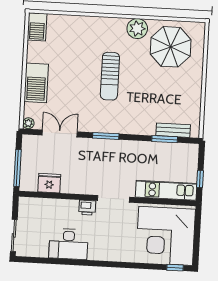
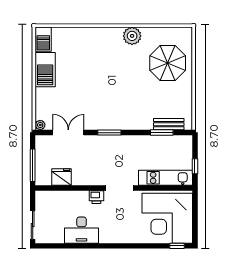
parasol: (171, 47) -> (168, 63), moved
sun lounger: (110, 76) -> (110, 79), removed
barbecue: (36, 83) -> (45, 70), moved

